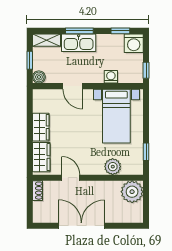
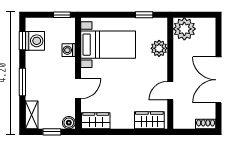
kitchen sink: (79, 43) -> (34, 83), removed
washing machine: (134, 43) -> (35, 41), moved
wardrobe: (41, 127) -> (96, 121), moved
shoe rack: (38, 191) -> (206, 124), moved

